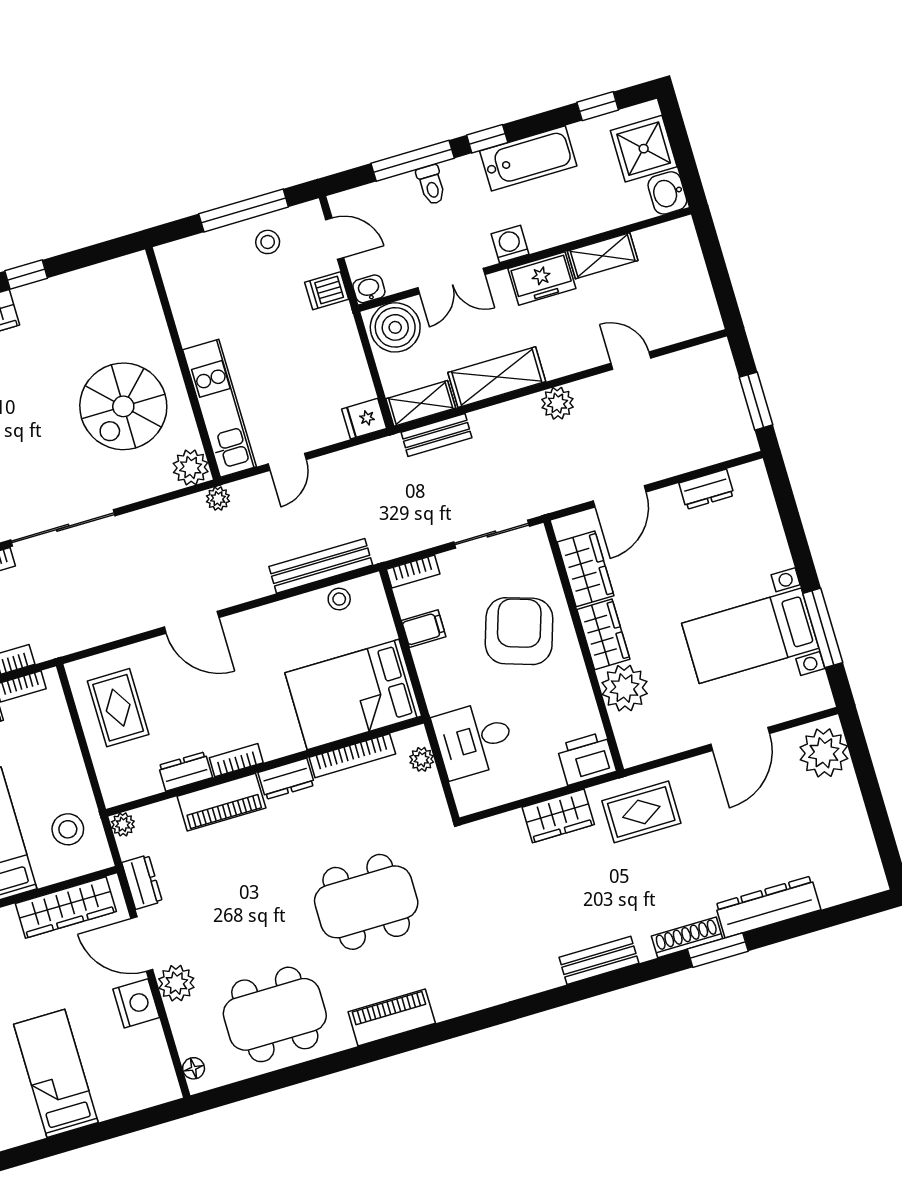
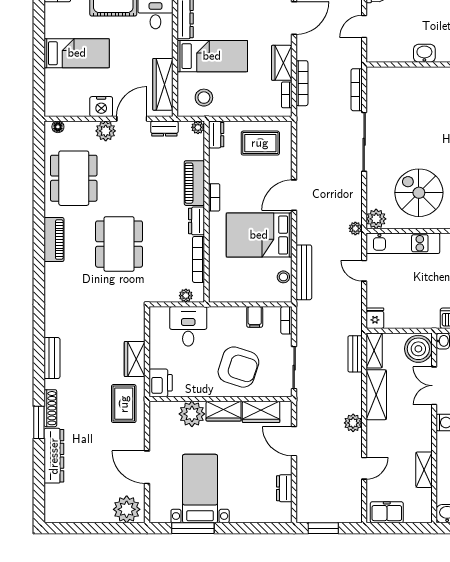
freezer: (542, 278) -> (387, 512), moved, turned 90
bed: (353, 694) -> (259, 235), moved, turned -90
dresser: (185, 771) -> (216, 135), moved

